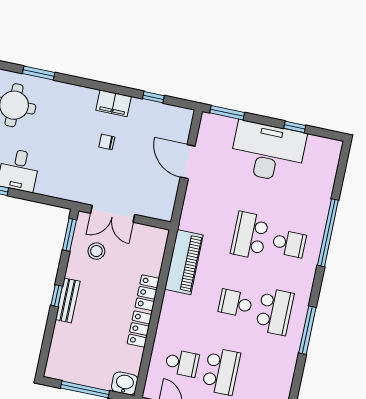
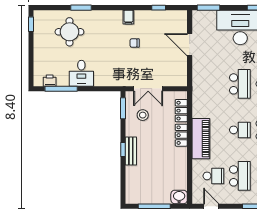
filing cabinet: (114, 103) -> (128, 17), width x0.50
school desk: (250, 235) -> (240, 84), turned 180
piano: (184, 262) -> (201, 139), moved
school desk: (235, 303) -> (240, 130), turned 180
locker: (139, 329) -> (181, 111), moved

